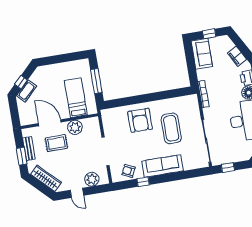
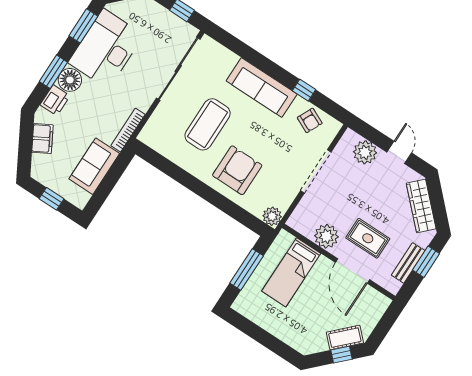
sofa: (202, 54) -> (94, 166), moved
plant: (107, 114) -> (272, 216), added

